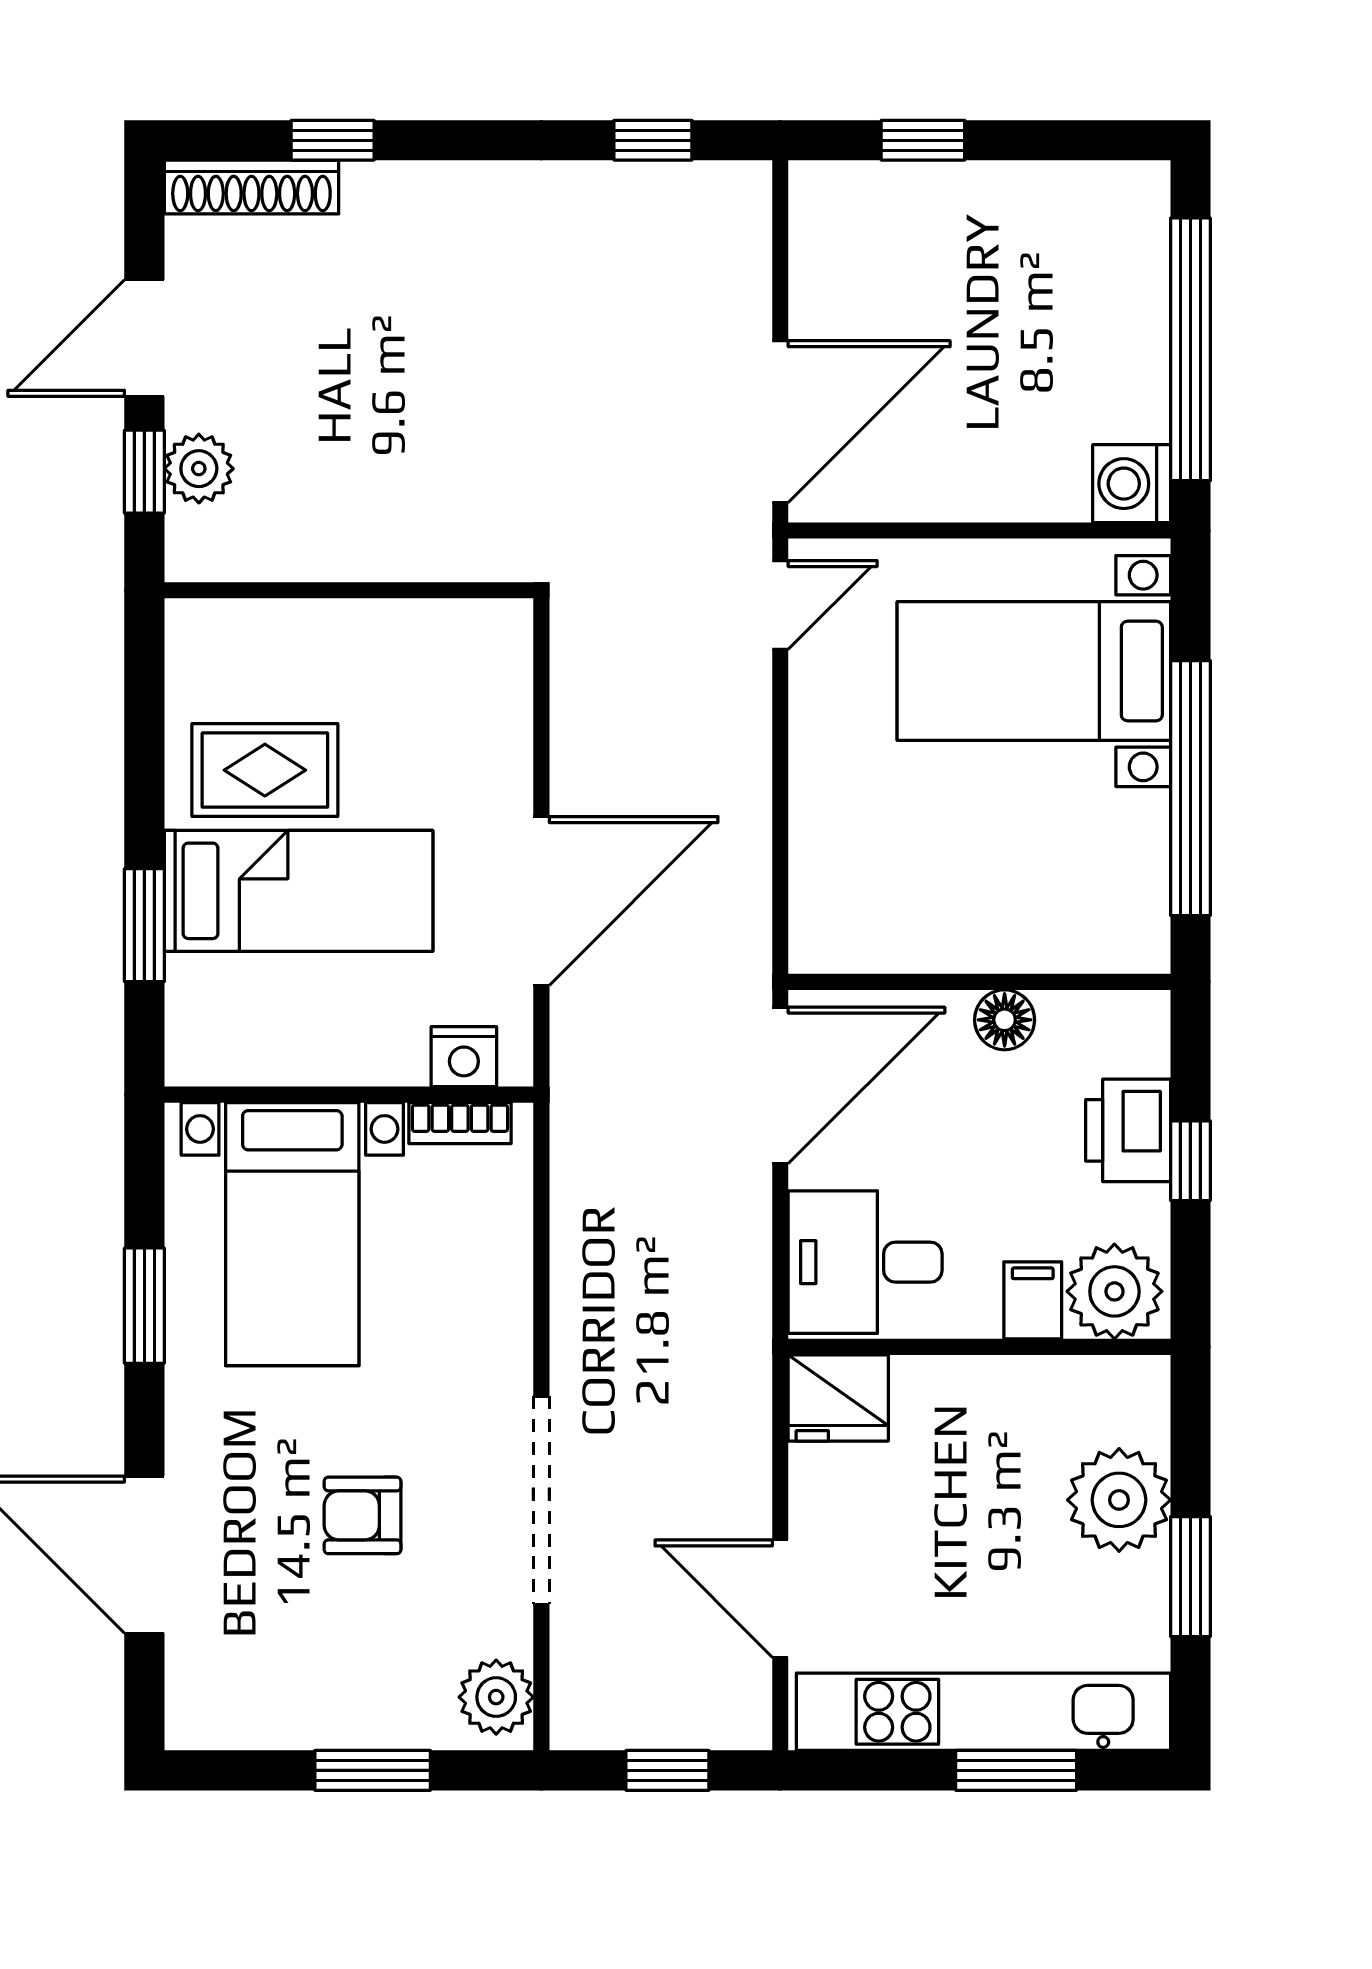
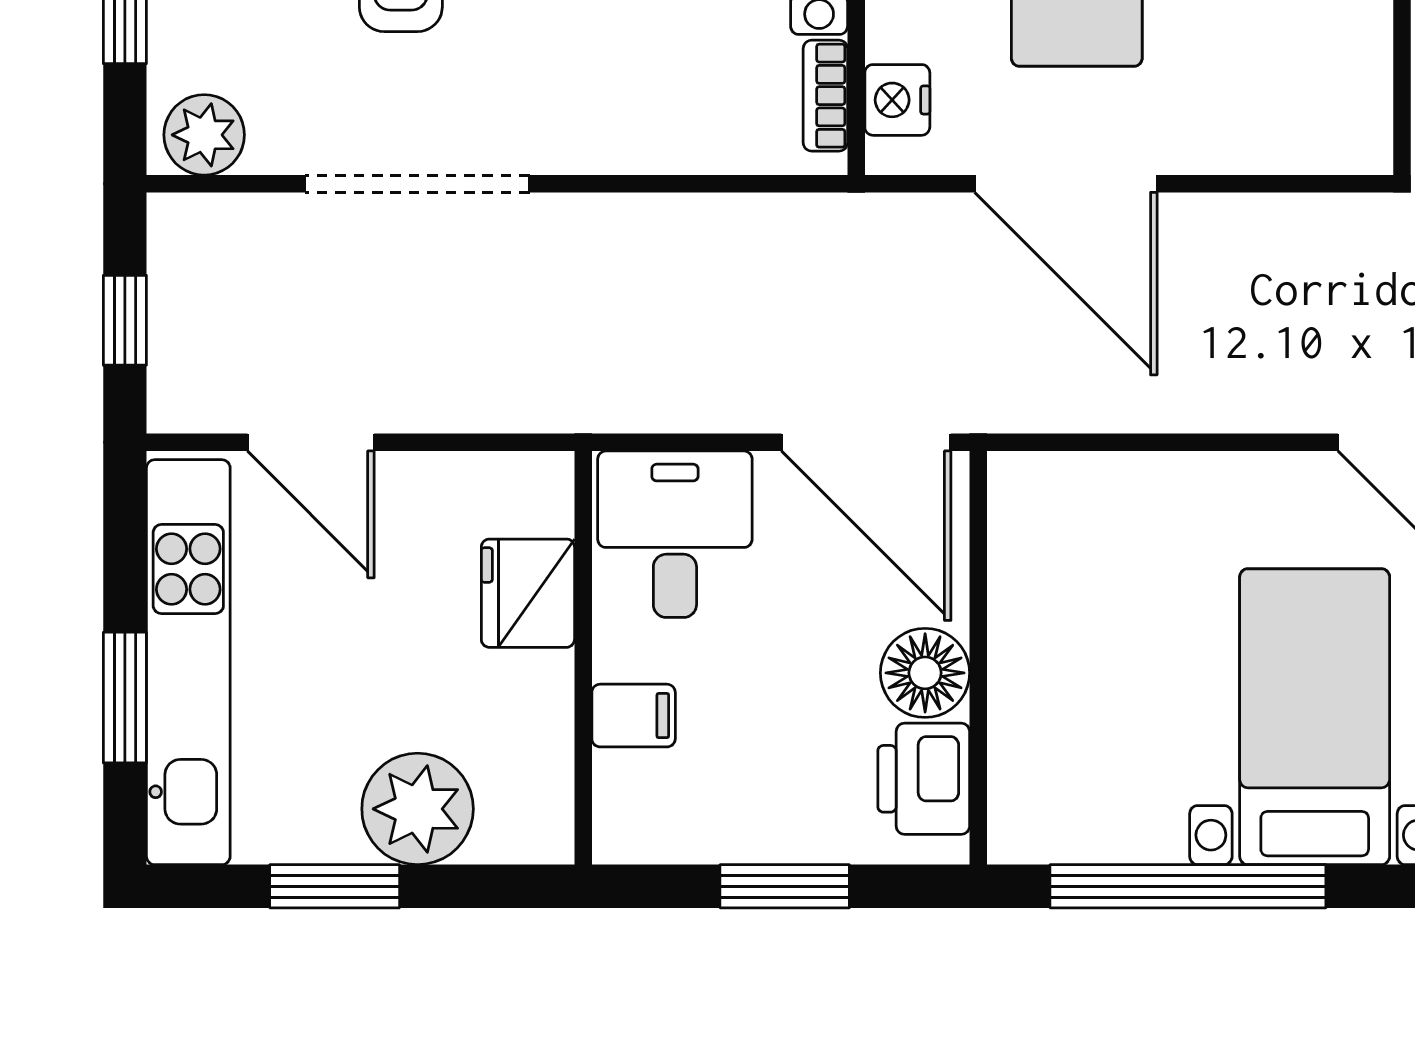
floor lamp: (1005, 1020) -> (925, 673), width x1.38, depth x1.38
printer: (1128, 1130) -> (924, 779), moved, turned -90
window: (1190, 1161) -> (785, 886), width x1.50
plant: (1114, 1291) -> (643, 804), removed
fridge: (838, 1398) -> (528, 593), moved
door: (780, 1599) -> (311, 442), swing flipped

